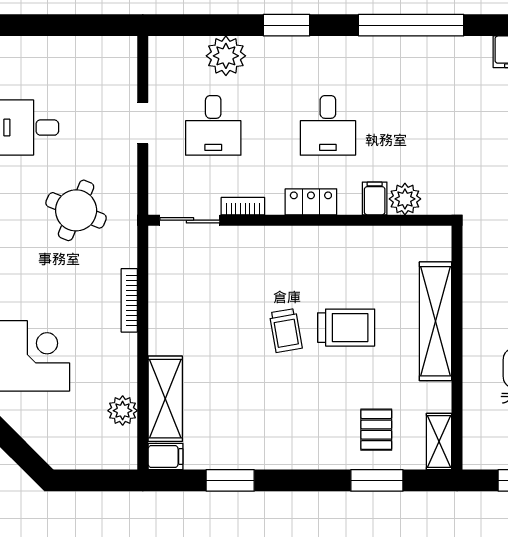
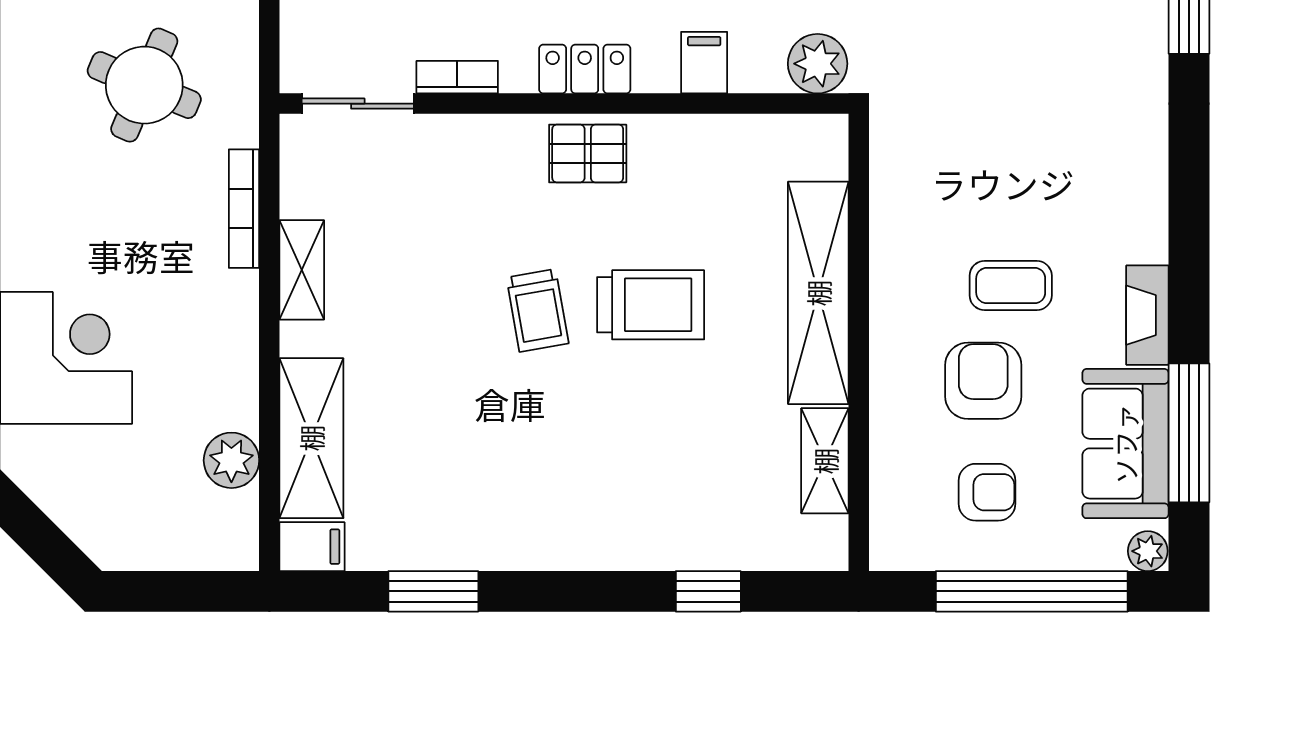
plant: (405, 199) -> (818, 64), moved
bookcase: (129, 300) -> (244, 209), moved
shelving: (160, 309) -> (302, 270), added
pallet: (376, 430) -> (588, 154), moved, turned 90
shelving: (439, 441) -> (825, 461), moved
window: (377, 480) -> (708, 591), width x0.67

